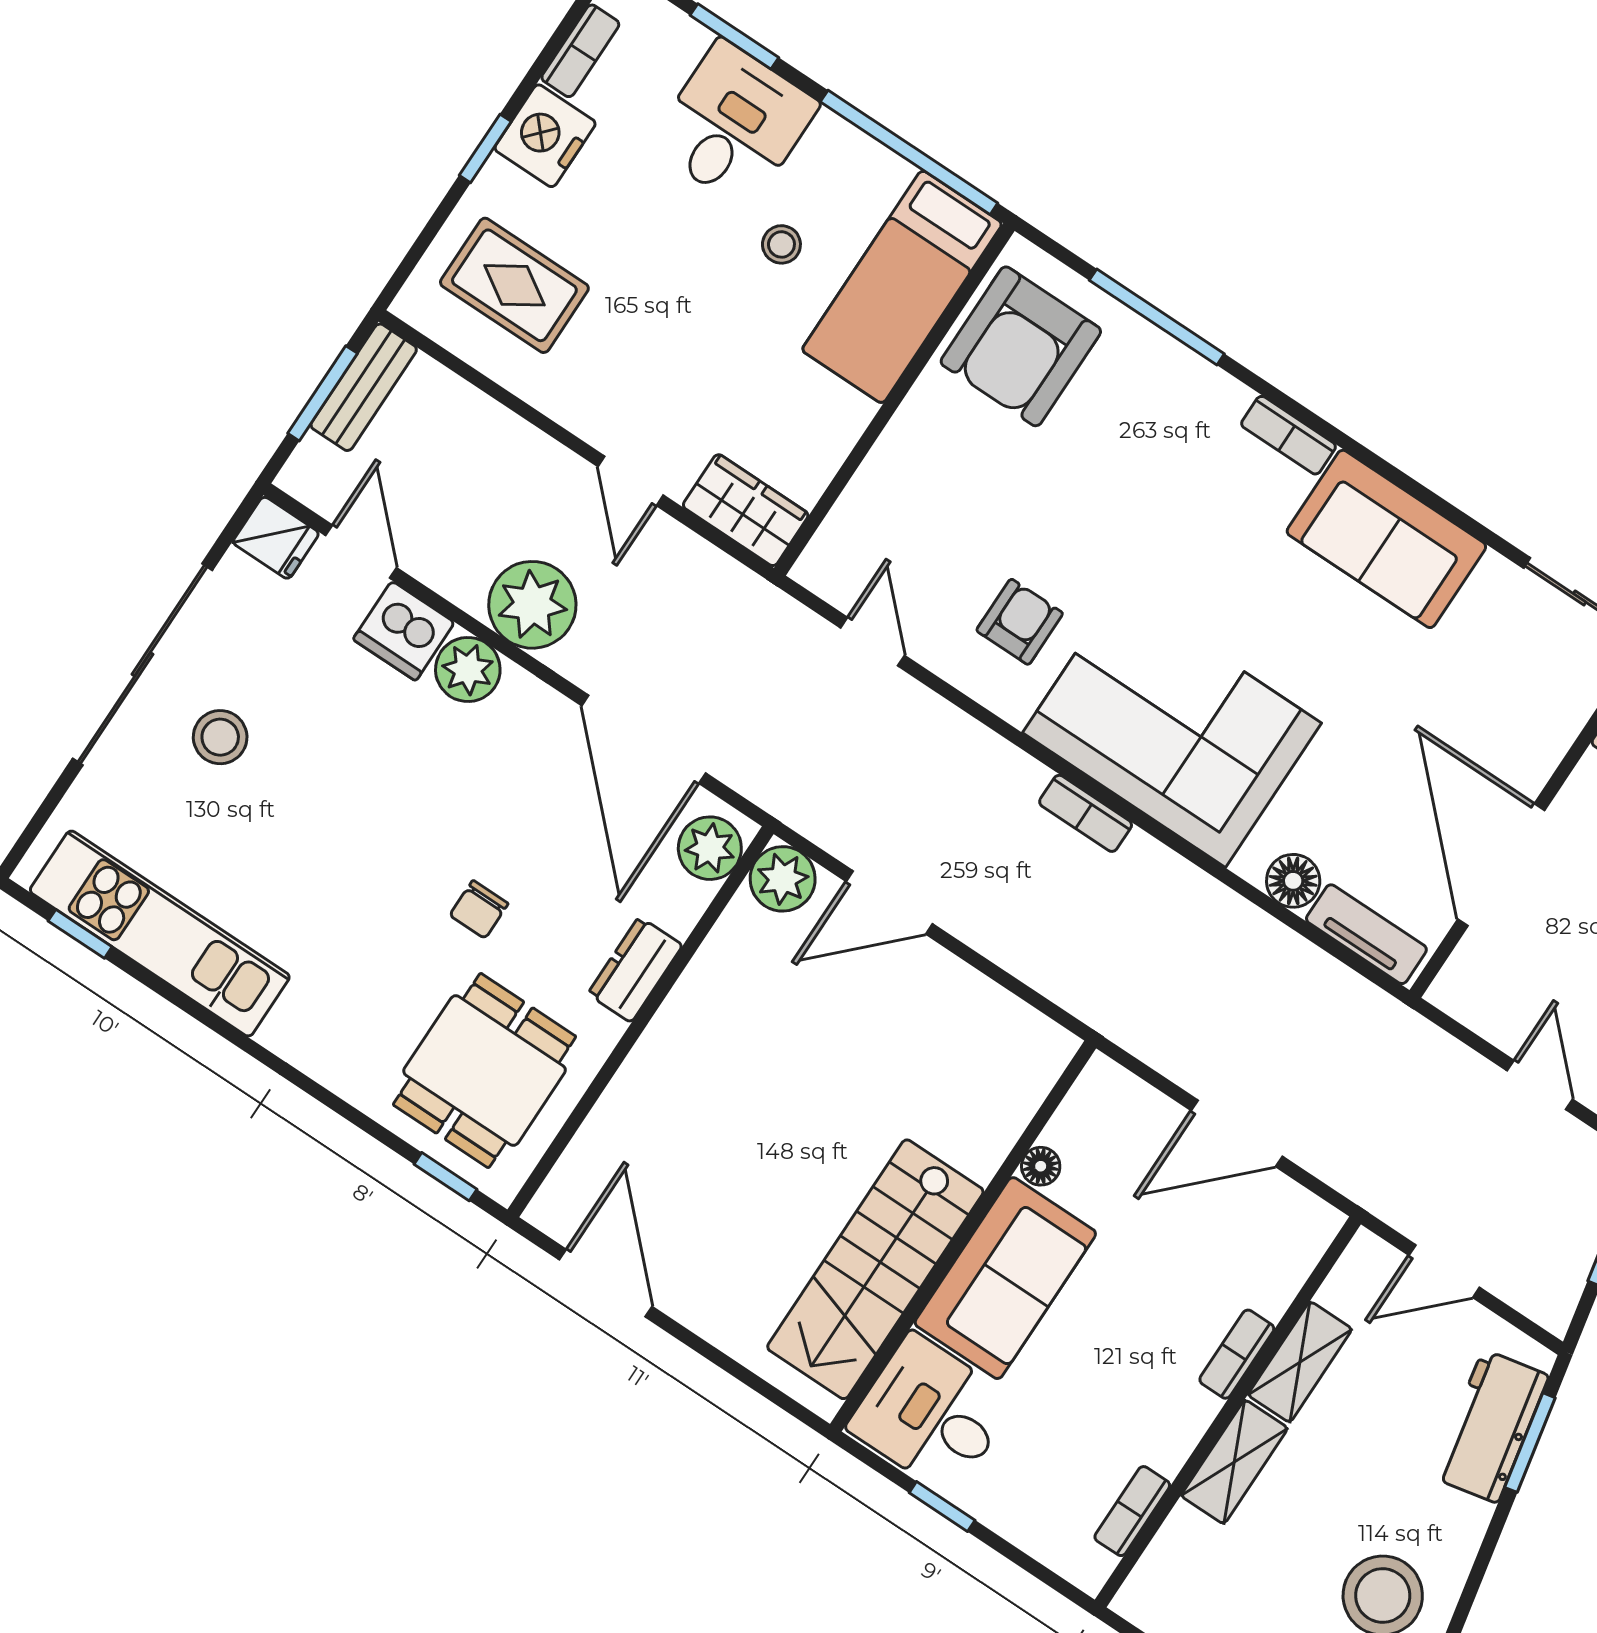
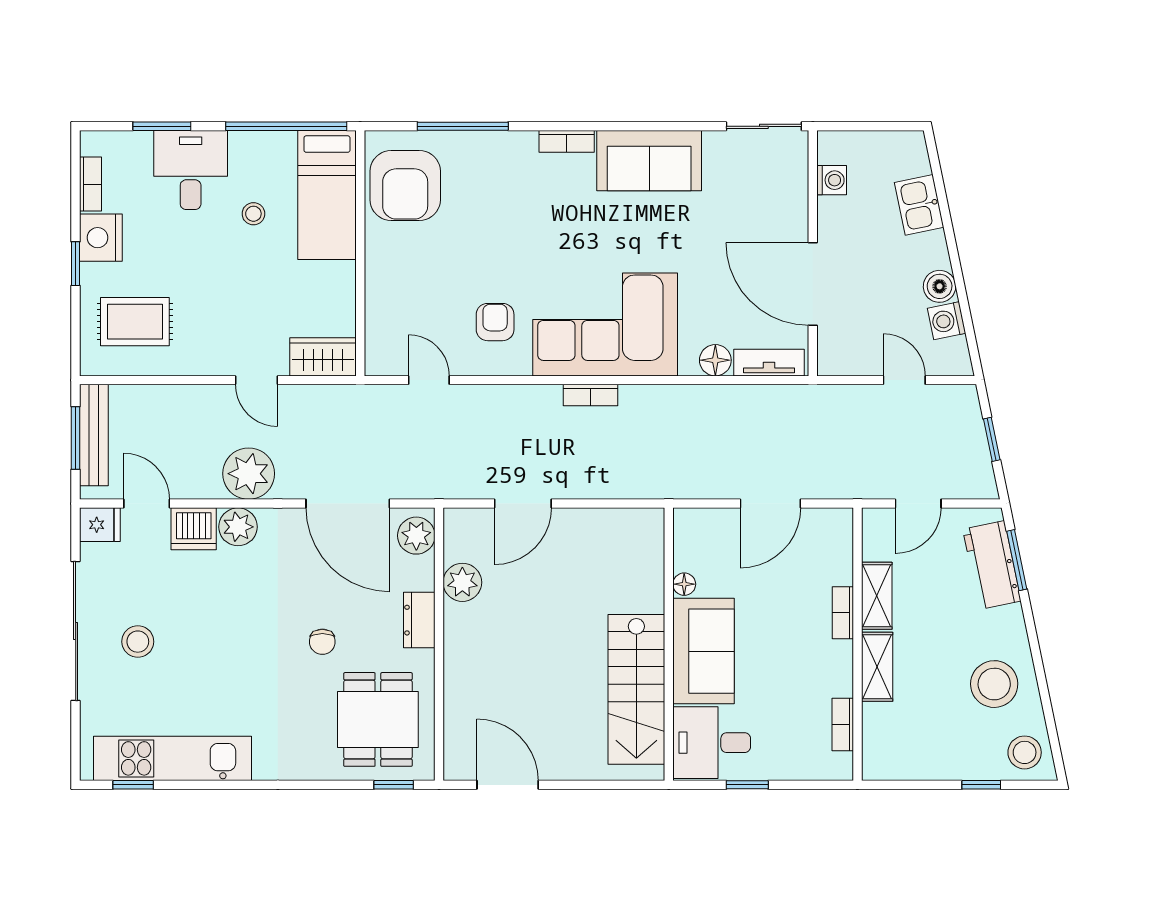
bench: (364, 387) -> (94, 435), width x1.36
plant: (783, 879) -> (462, 582), moved

